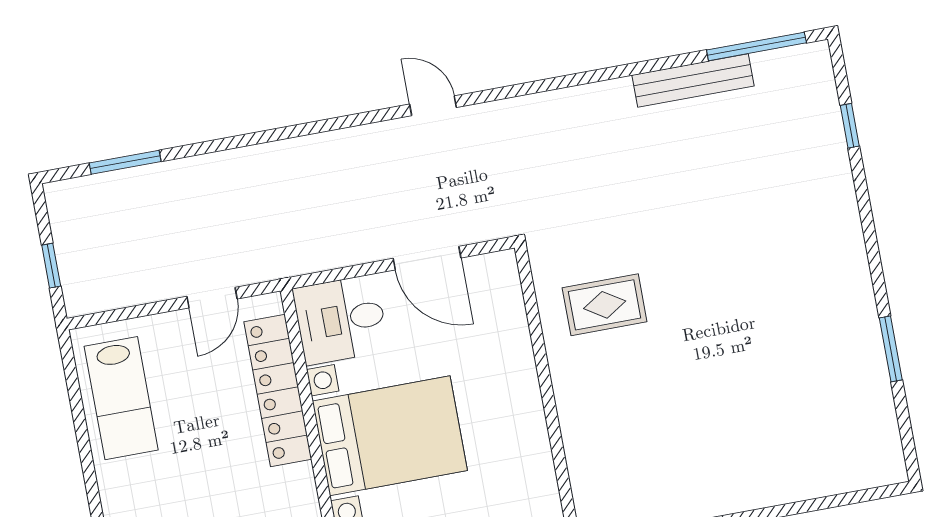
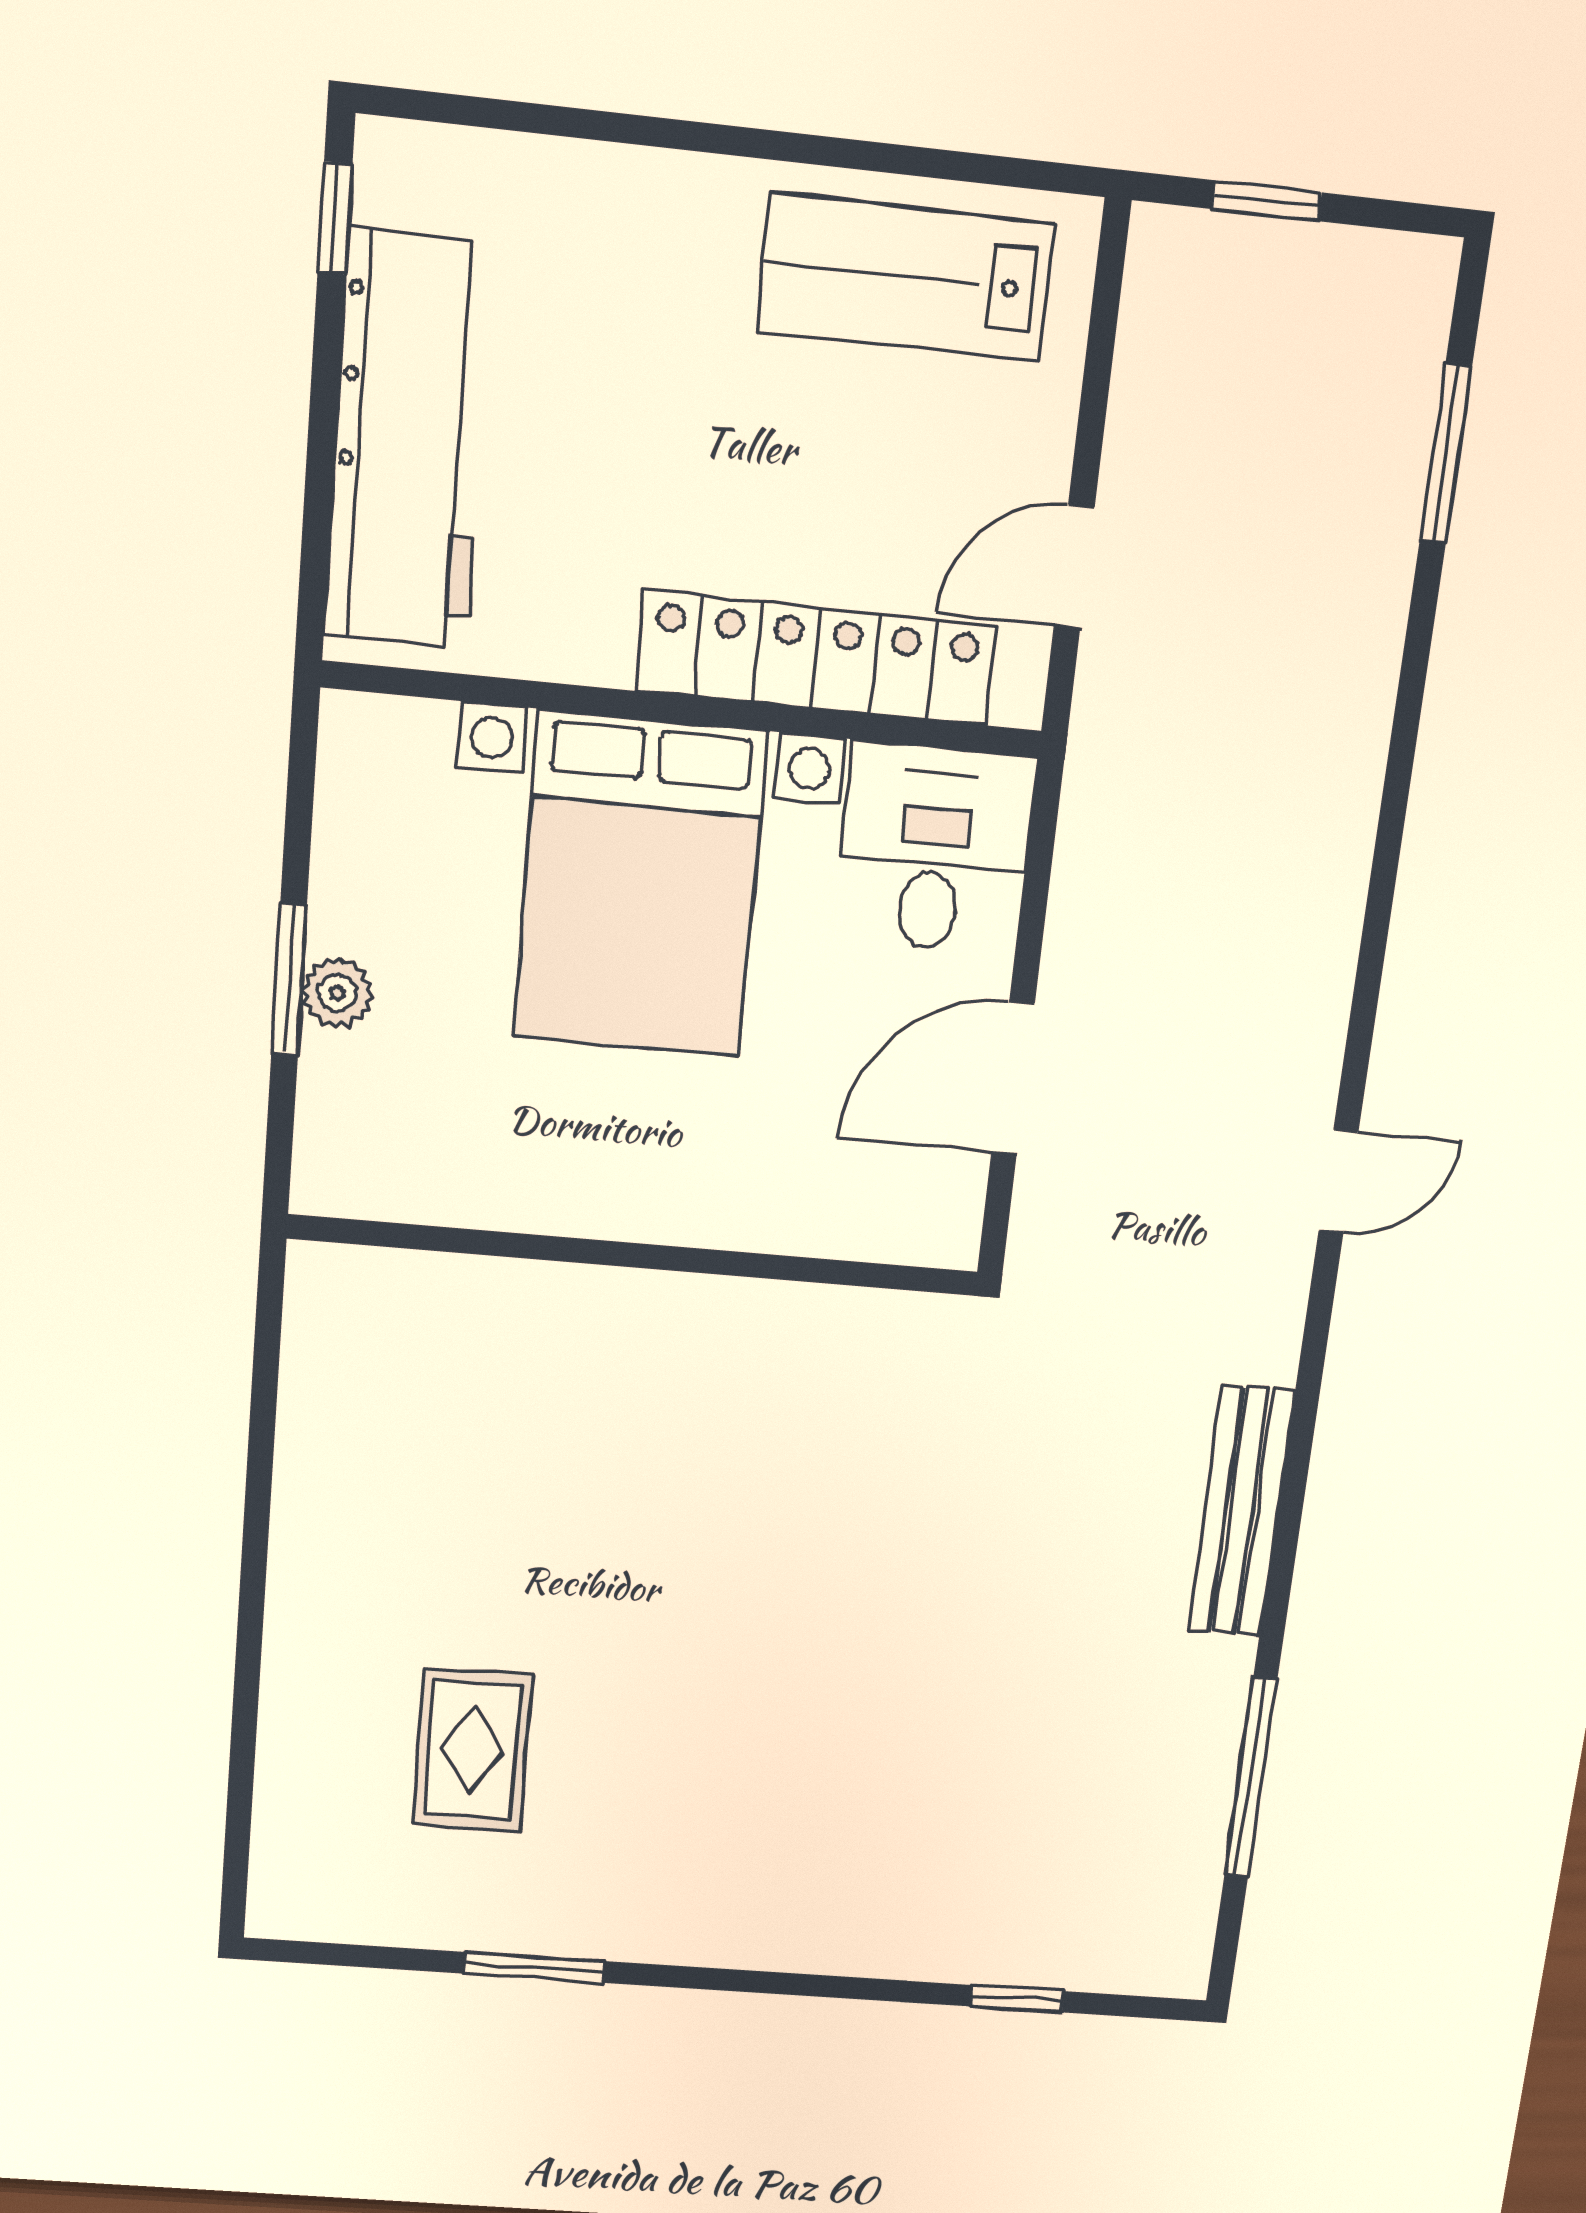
window: (756, 46) -> (1251, 1777), moved
bench: (693, 81) -> (1241, 1512), moved
door: (212, 298) -> (1074, 566), hinge flipped
rug: (605, 305) -> (472, 1750), moved

